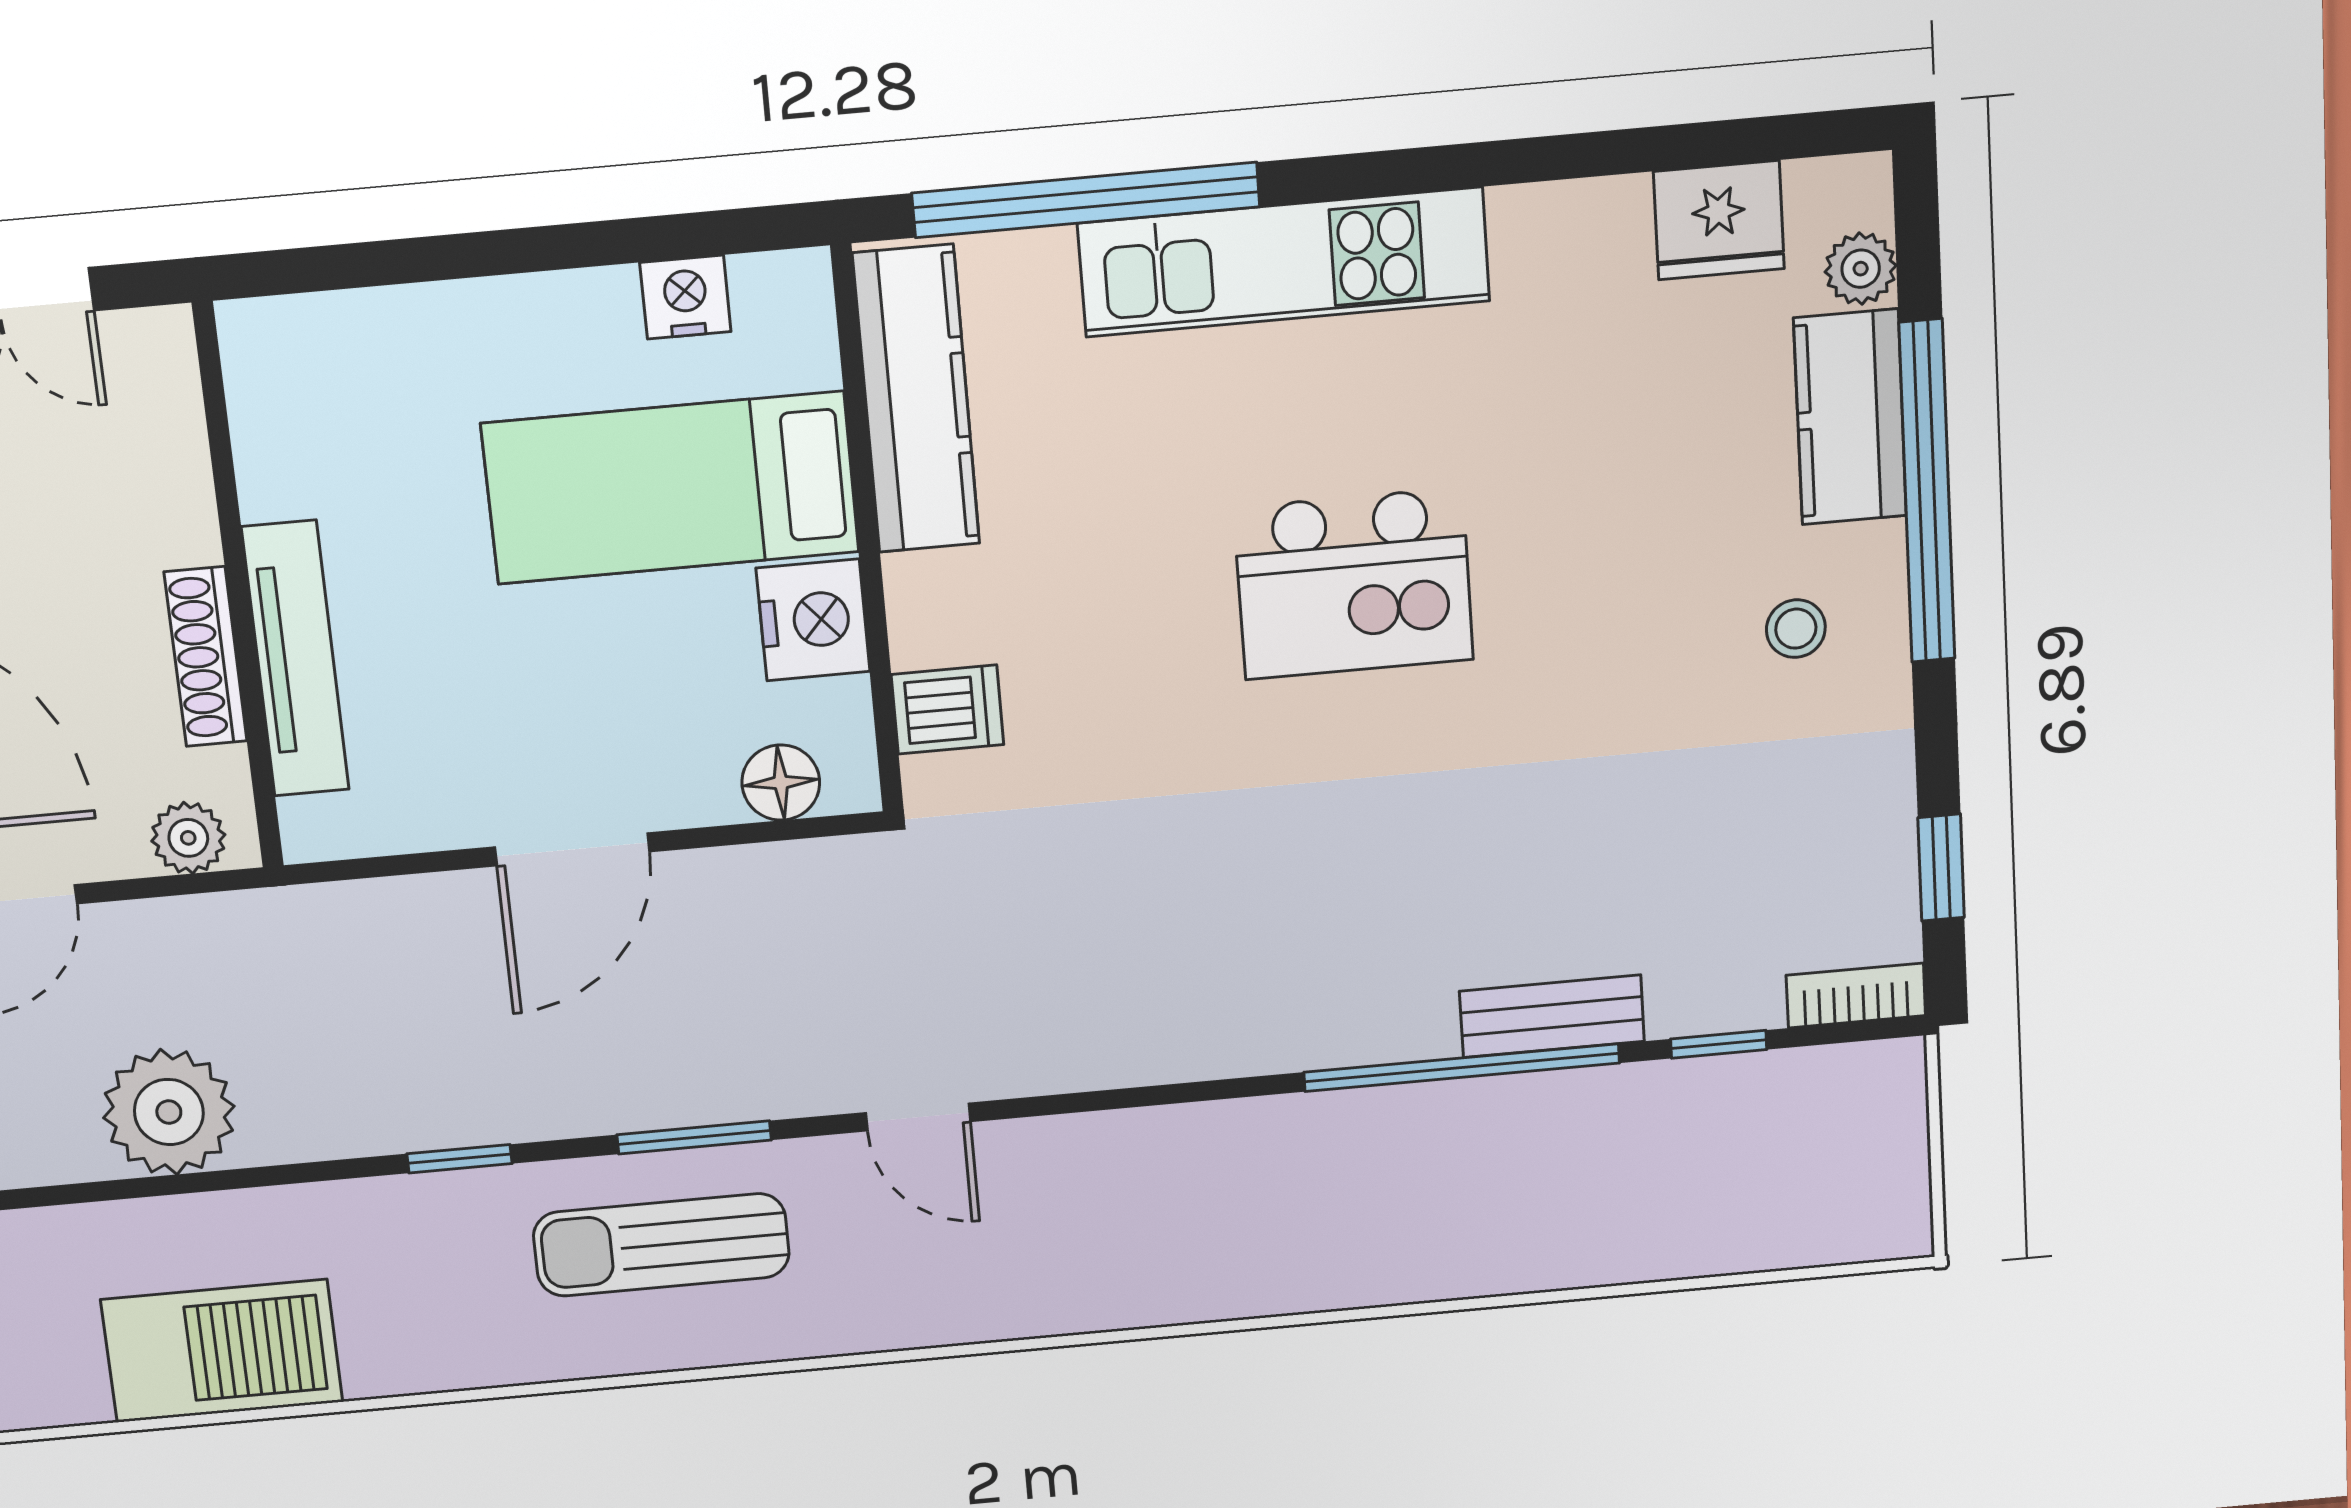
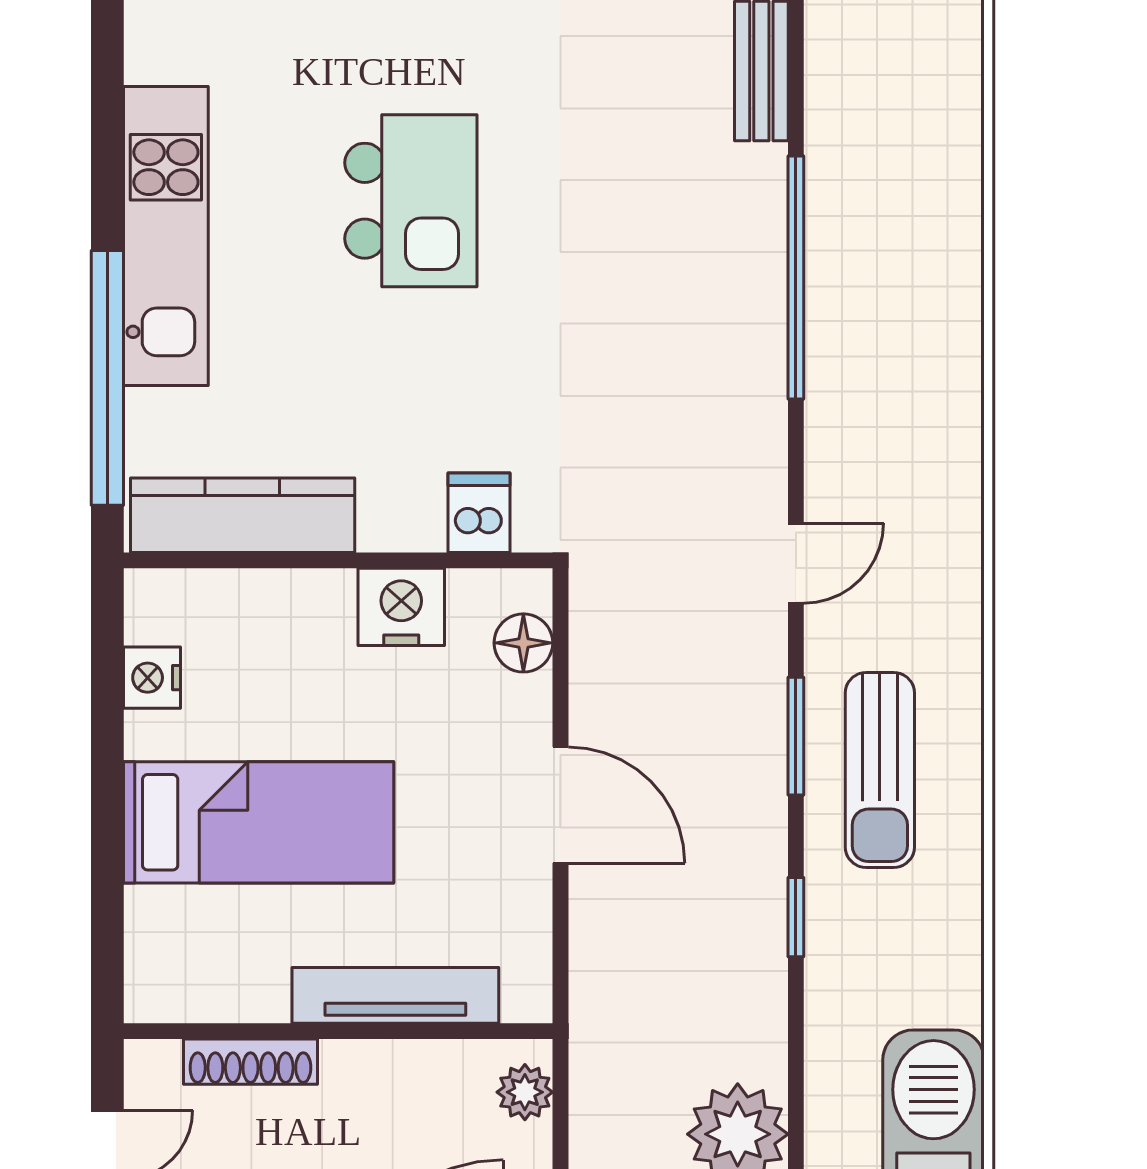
bed: (670, 488) -> (259, 822), moved, turned -90
shoe rack: (206, 657) -> (250, 1062), moved
window: (1462, 1068) -> (796, 278), moved

